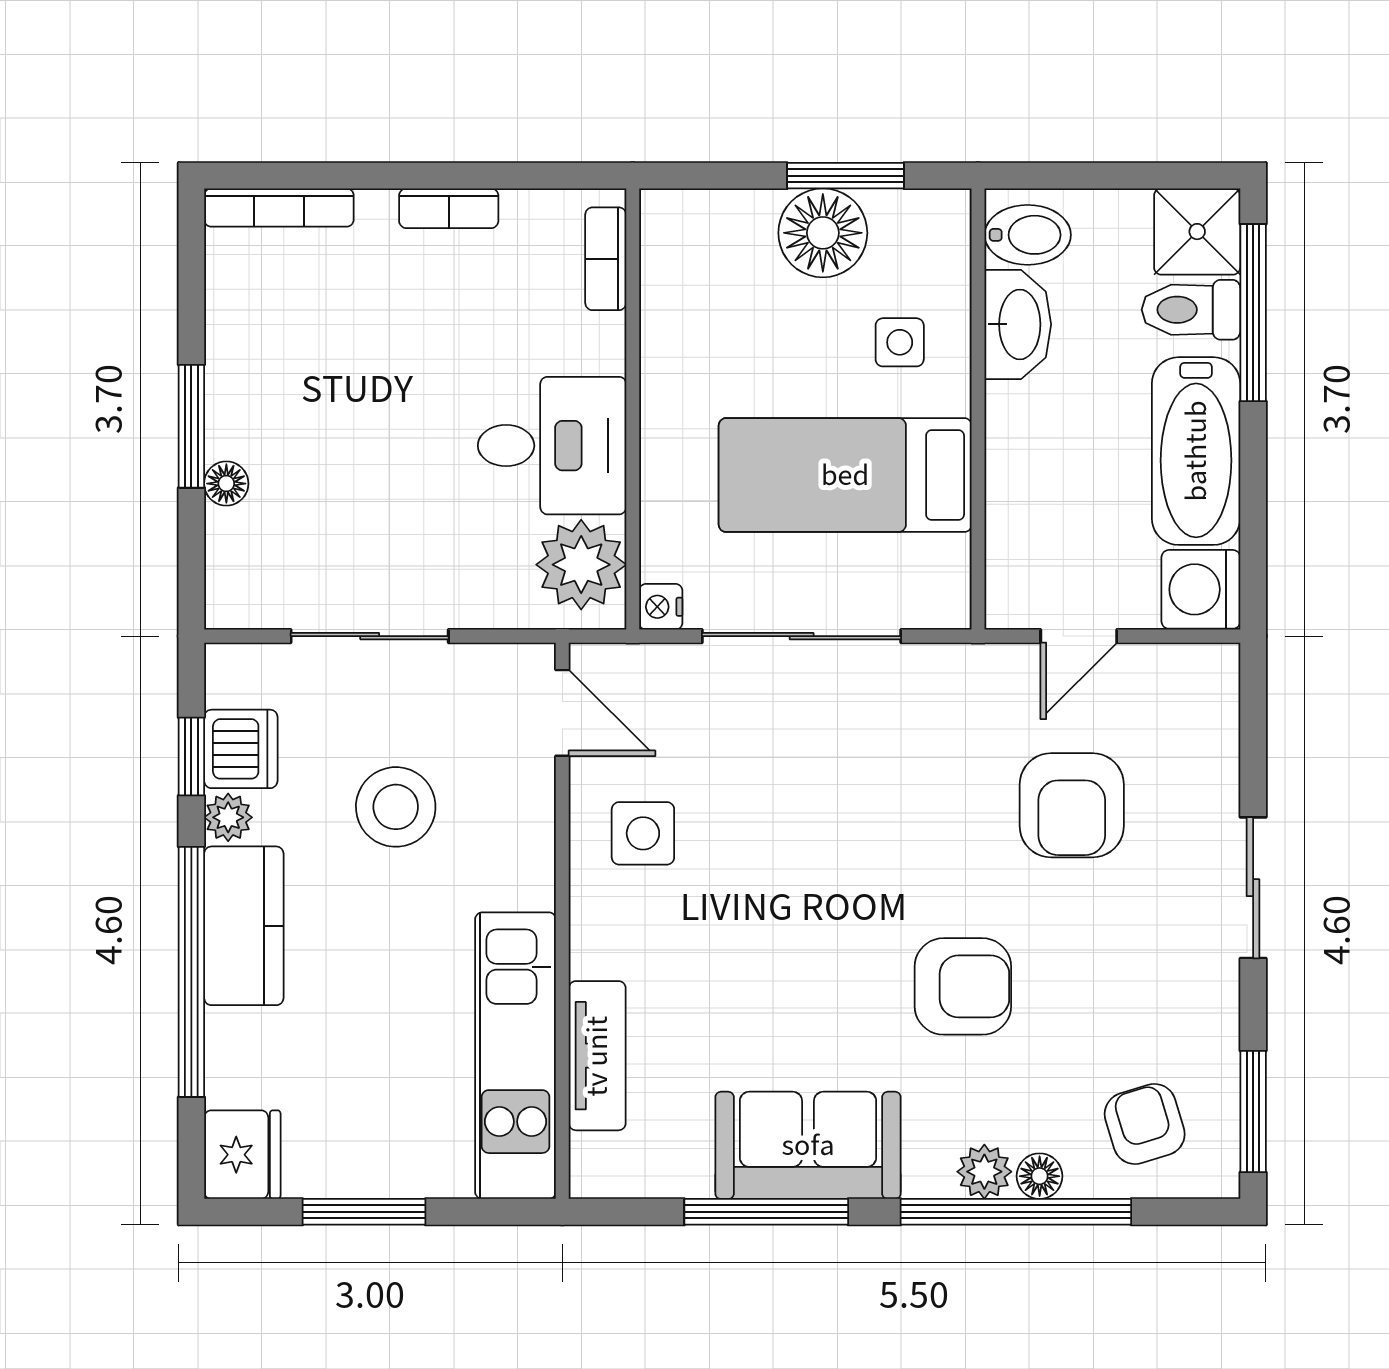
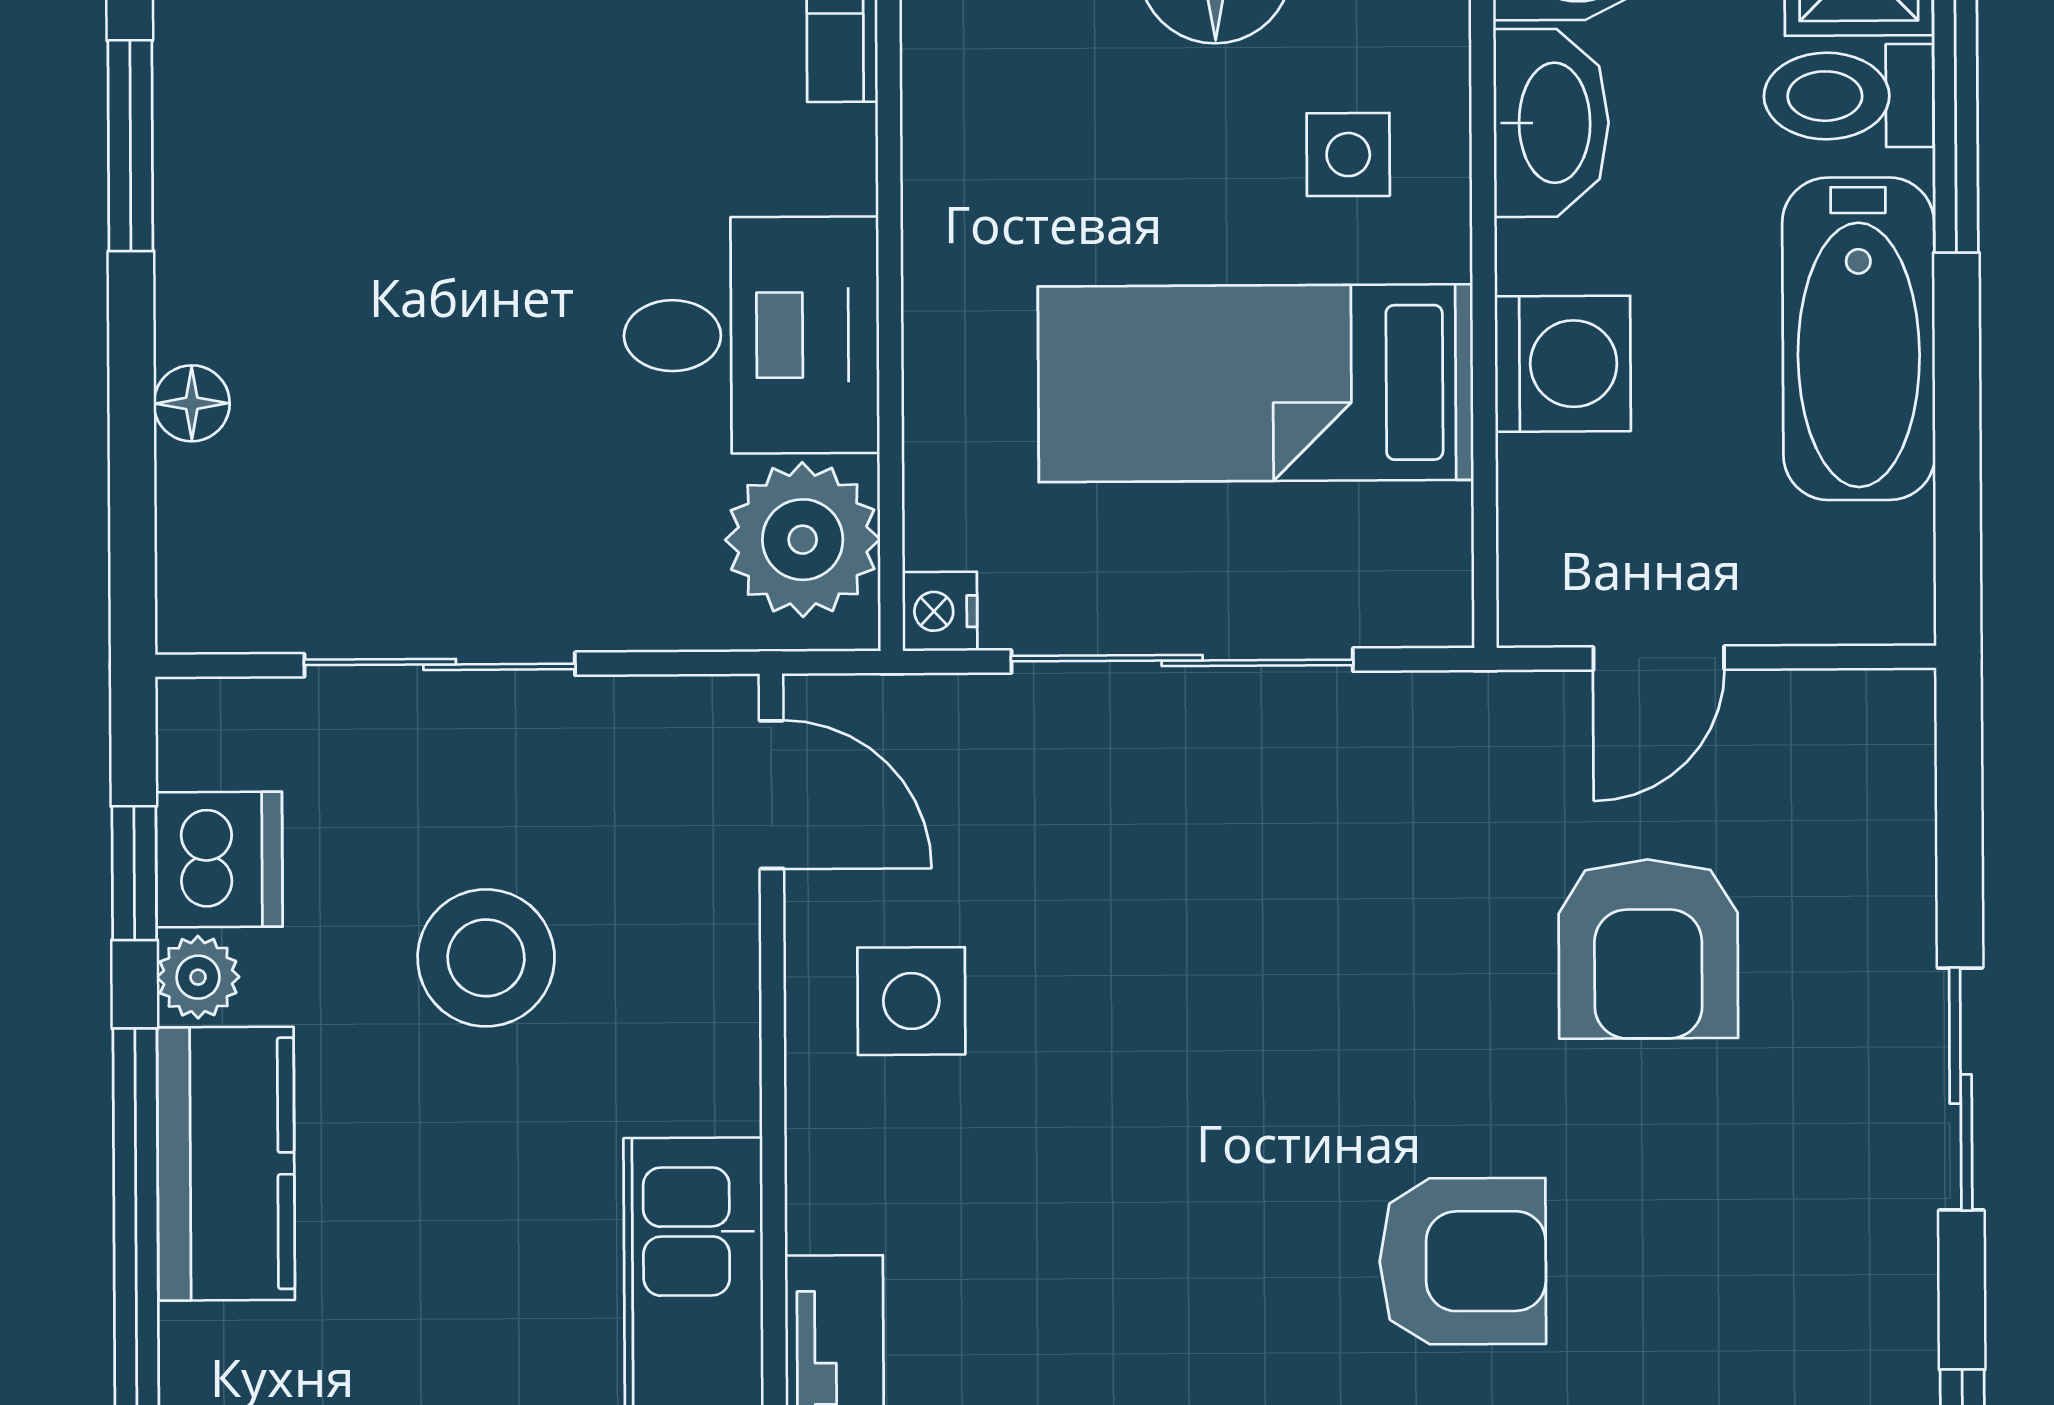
window: (191, 426) -> (130, 146), moved
washing machine: (1201, 589) -> (1563, 364), moved, turned 180

